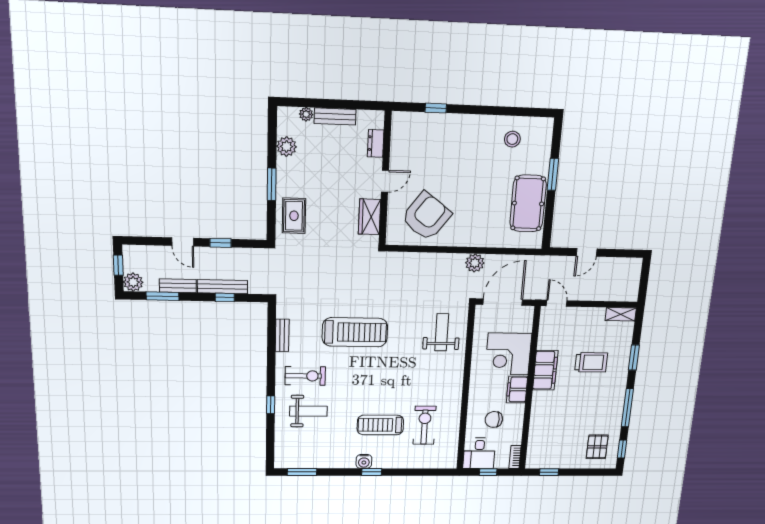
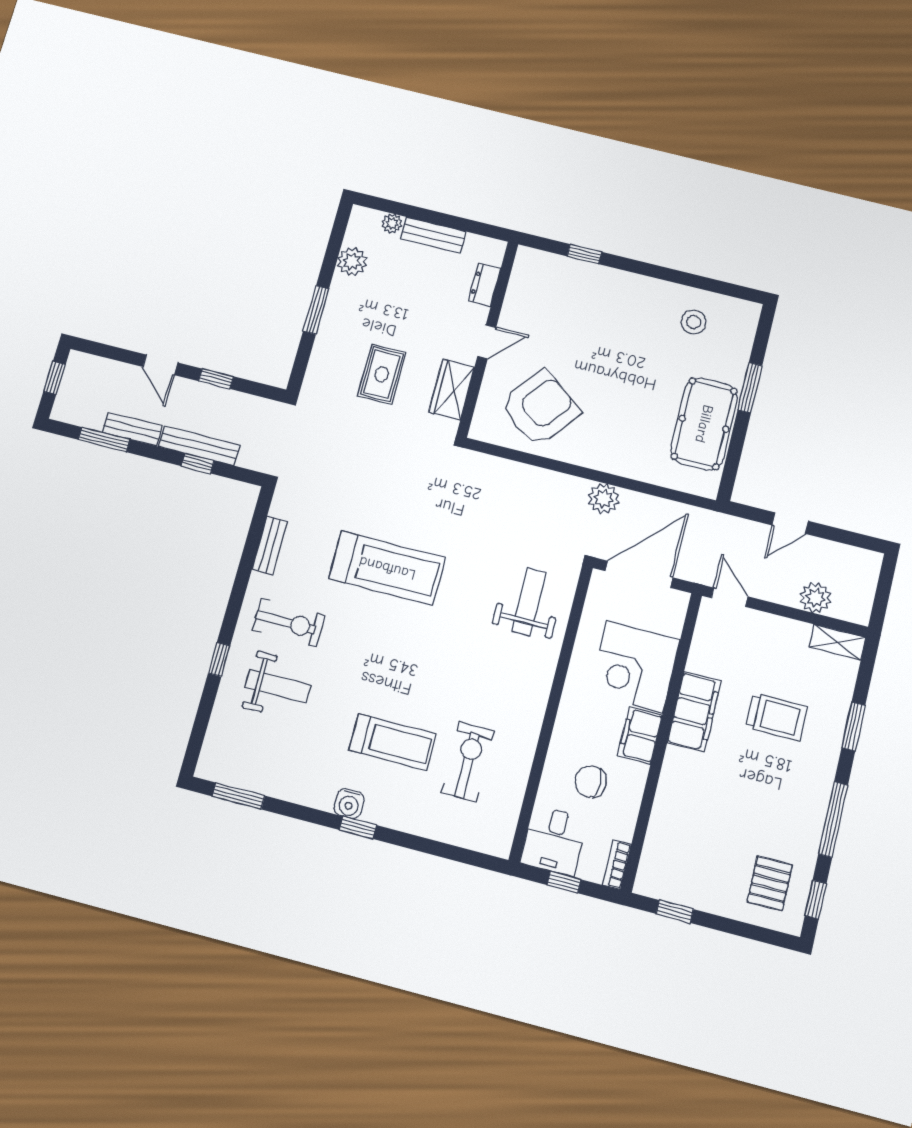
rug: (294, 216) -> (382, 374), moved
plant: (133, 282) -> (816, 598), moved
treadmill: (380, 425) -> (392, 742), turned 180

